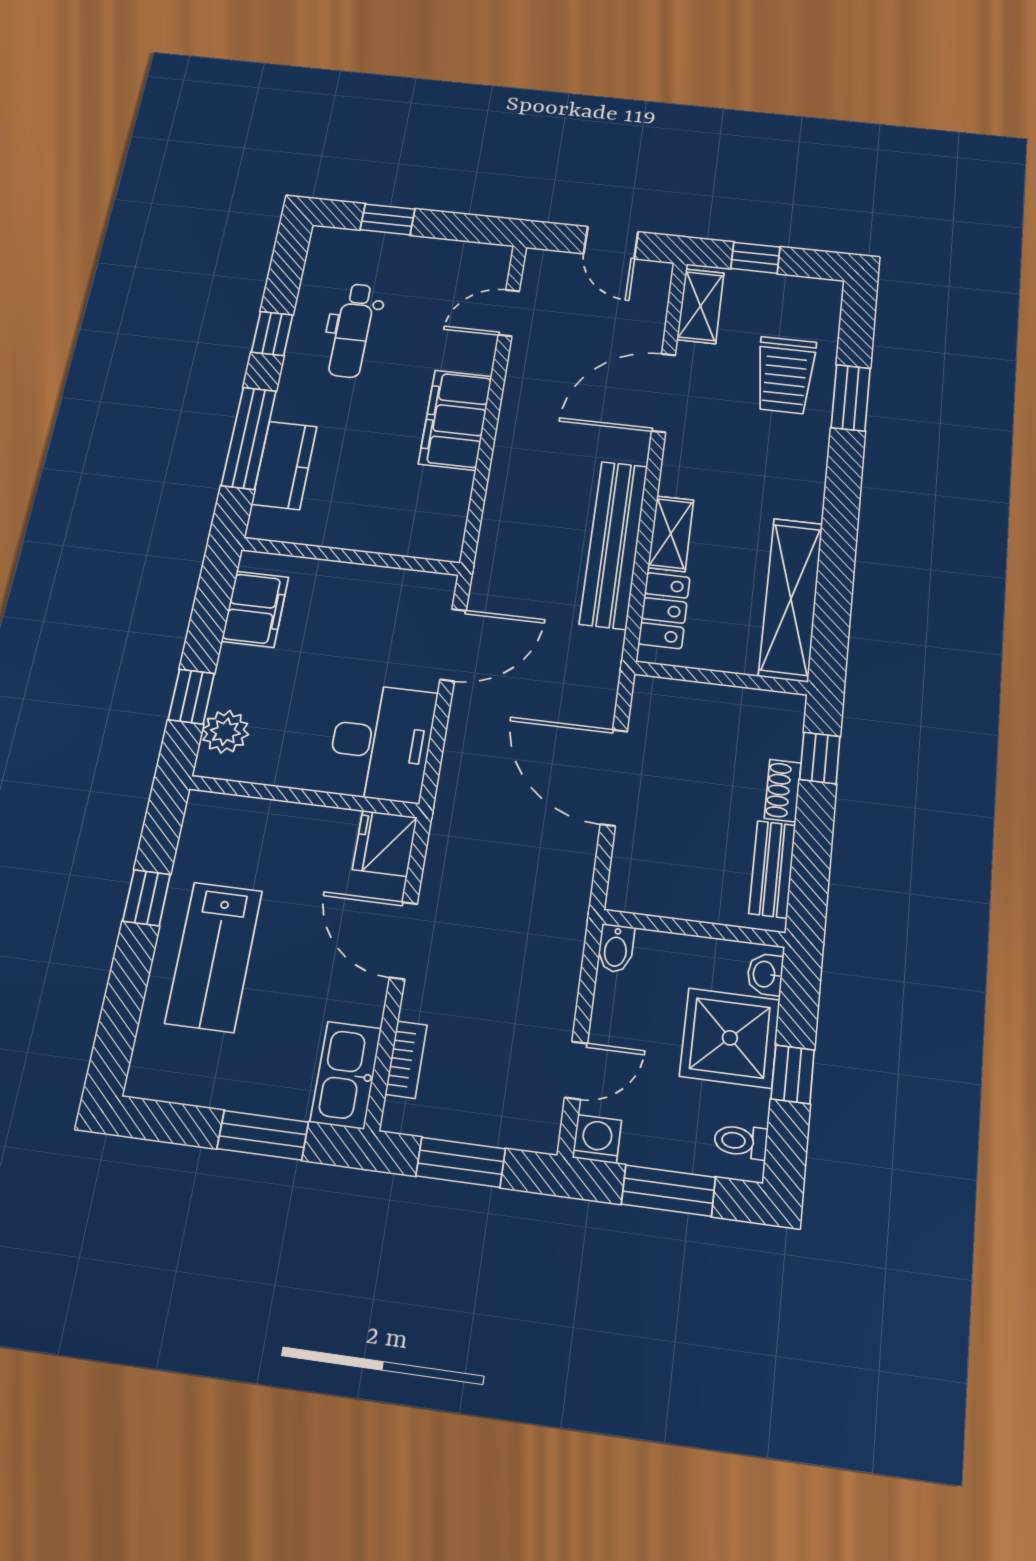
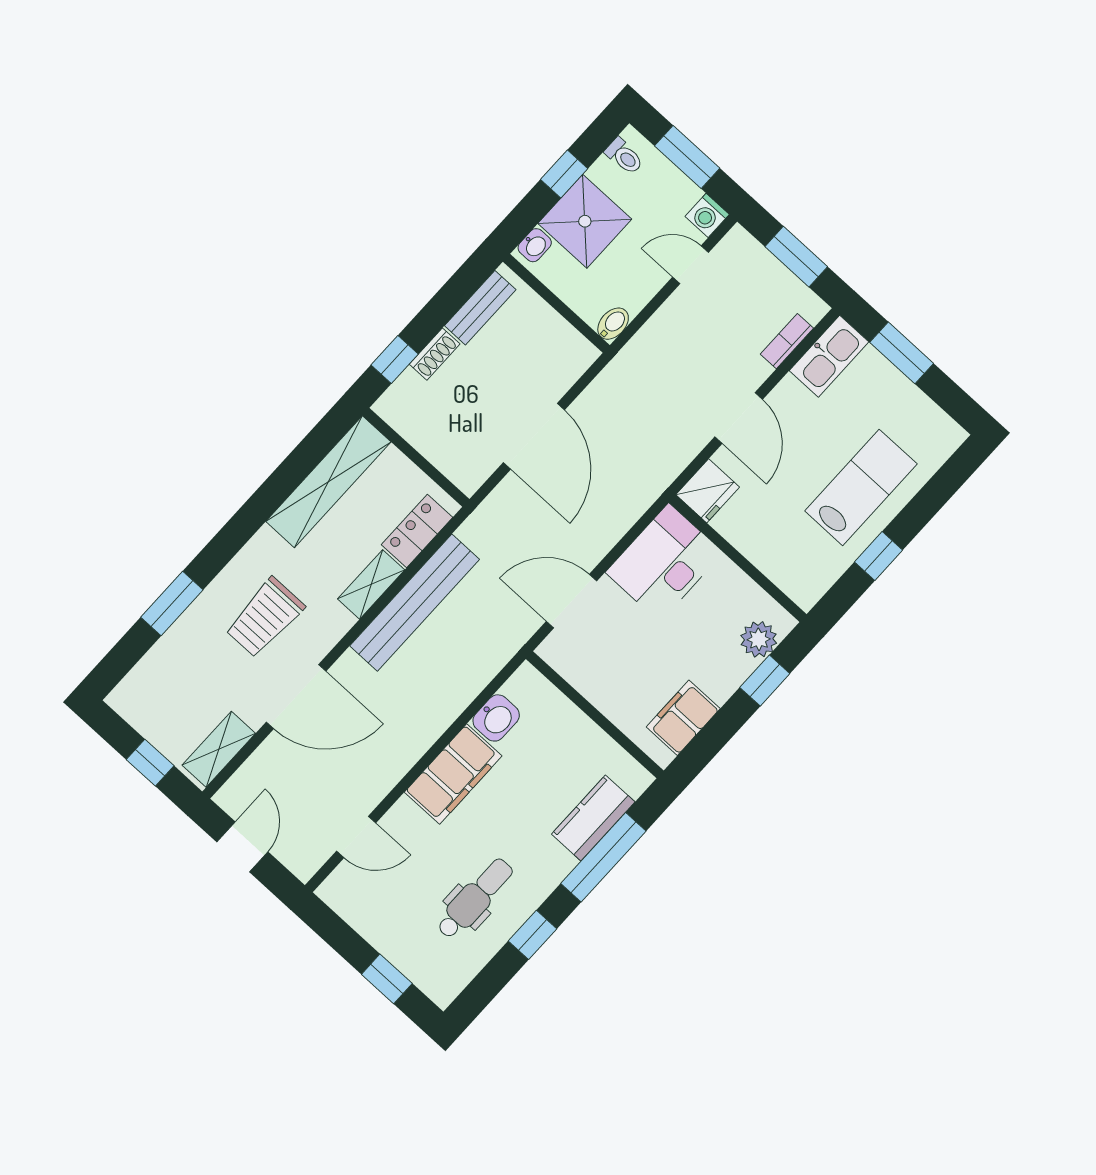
trolley: (785, 375) -> (265, 618), moved, turned 180
washbasin: (450, 493) -> (496, 718), added

